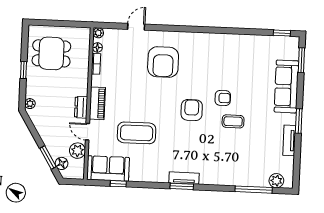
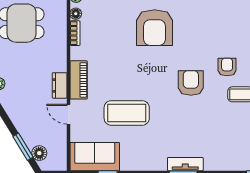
armchair: (223, 98) -> (227, 67), turned -90
plant: (77, 151) -> (57, 137), removed

